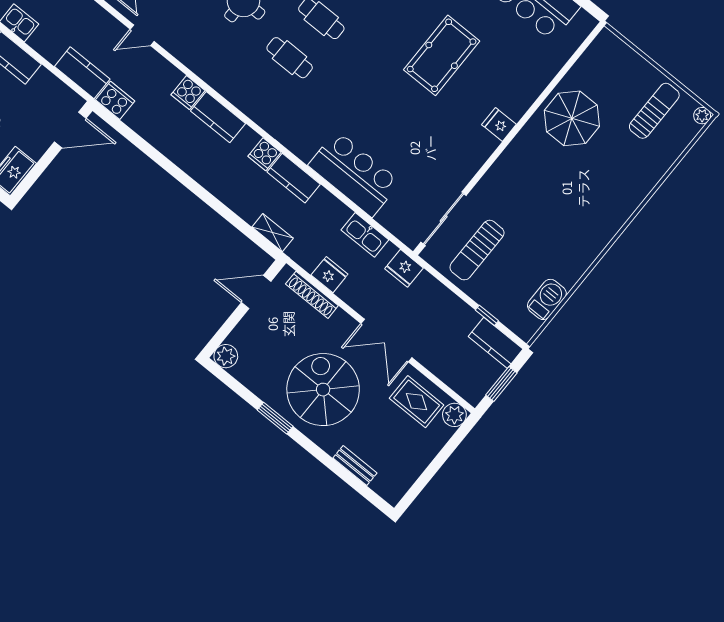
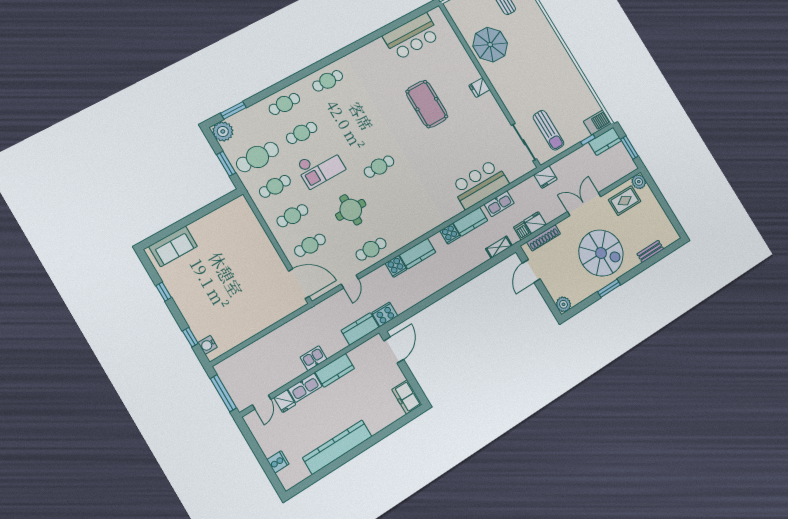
cafe table: (290, 58) -> (371, 249), moved
kitchen sink: (365, 235) -> (499, 204), moved
dishwasher: (310, 259) -> (522, 231), added
barbecue: (547, 299) -> (597, 123), moved, turned 90
double door: (386, 340) -> (584, 204), swing flipped
spiral stairs: (323, 390) -> (601, 253), turned 180

